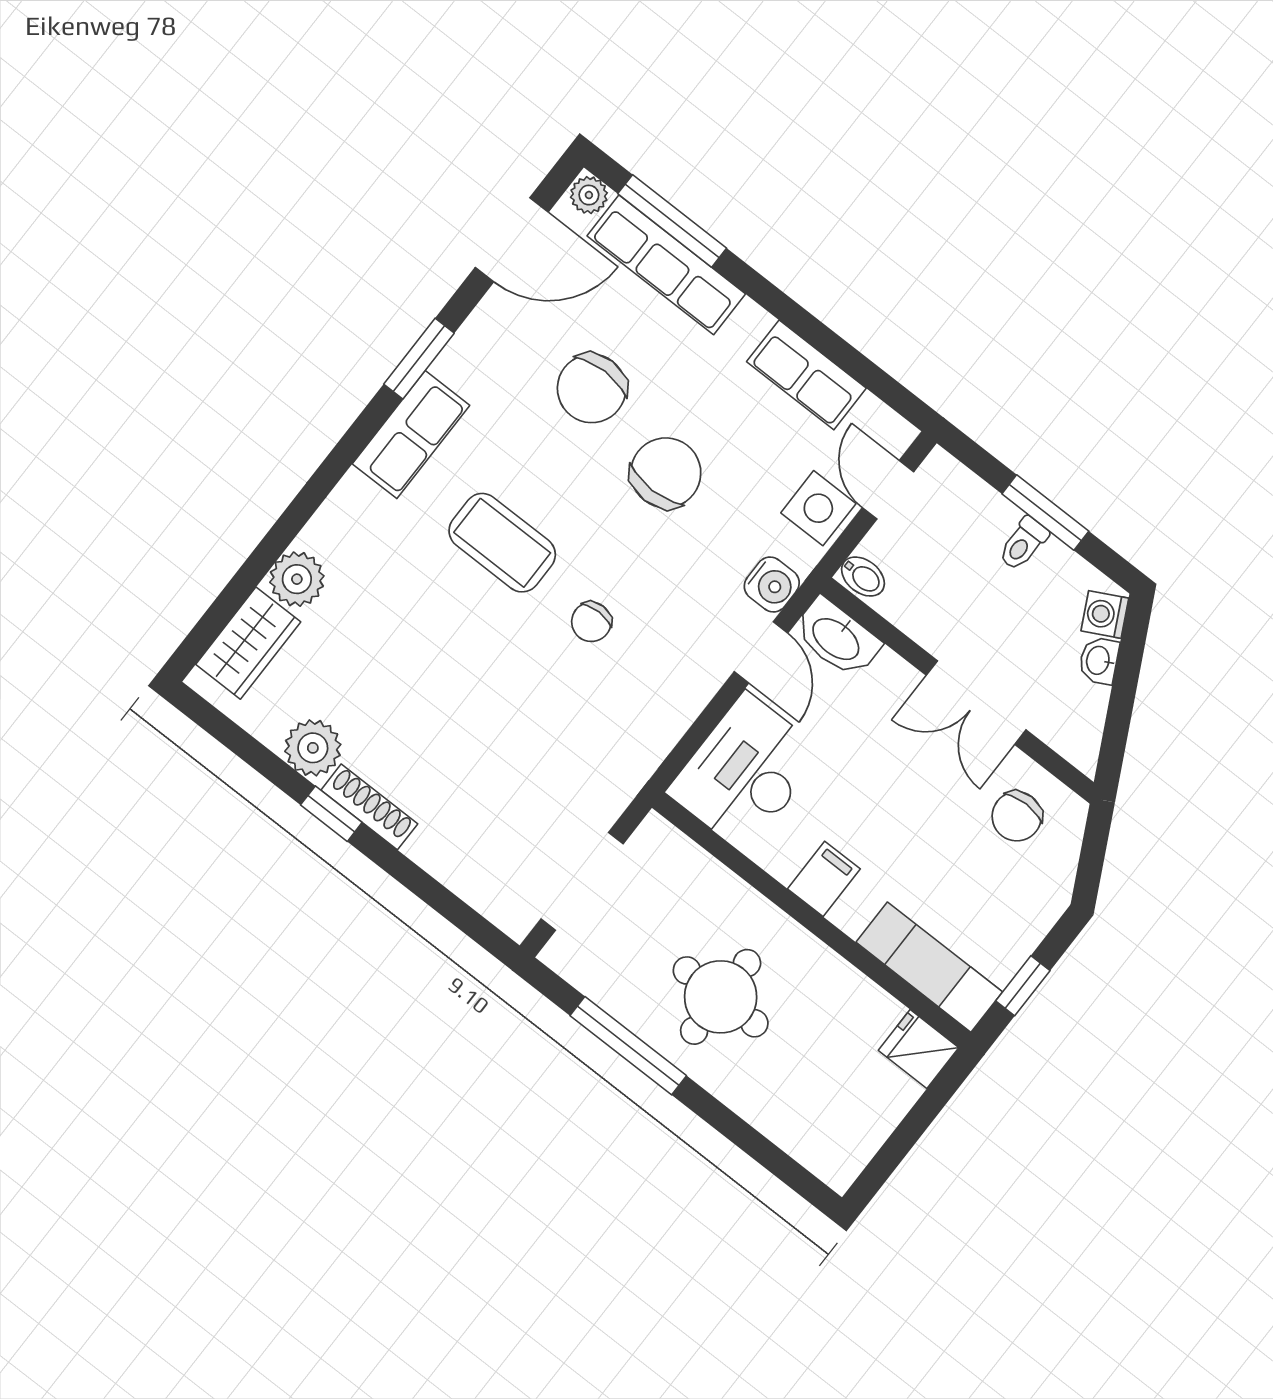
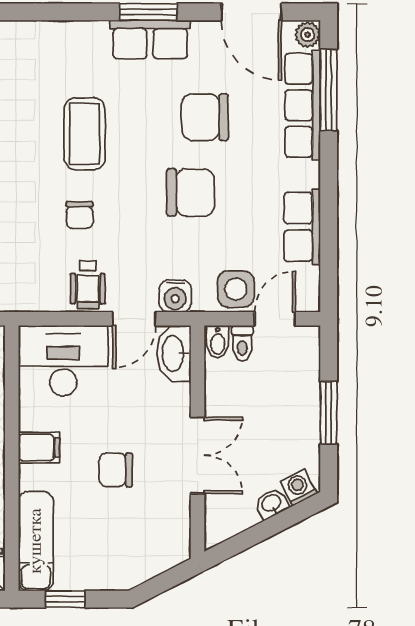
row of seats: (411, 435) -> (150, 40), moved
toilet: (1023, 544) -> (242, 343), moved, turned -90
chair: (591, 622) -> (79, 215), turned -90
wheelchair: (680, 675) -> (88, 285), added
double door: (976, 703) -> (198, 455), swing flipped
chair: (1017, 816) -> (116, 470), moved

